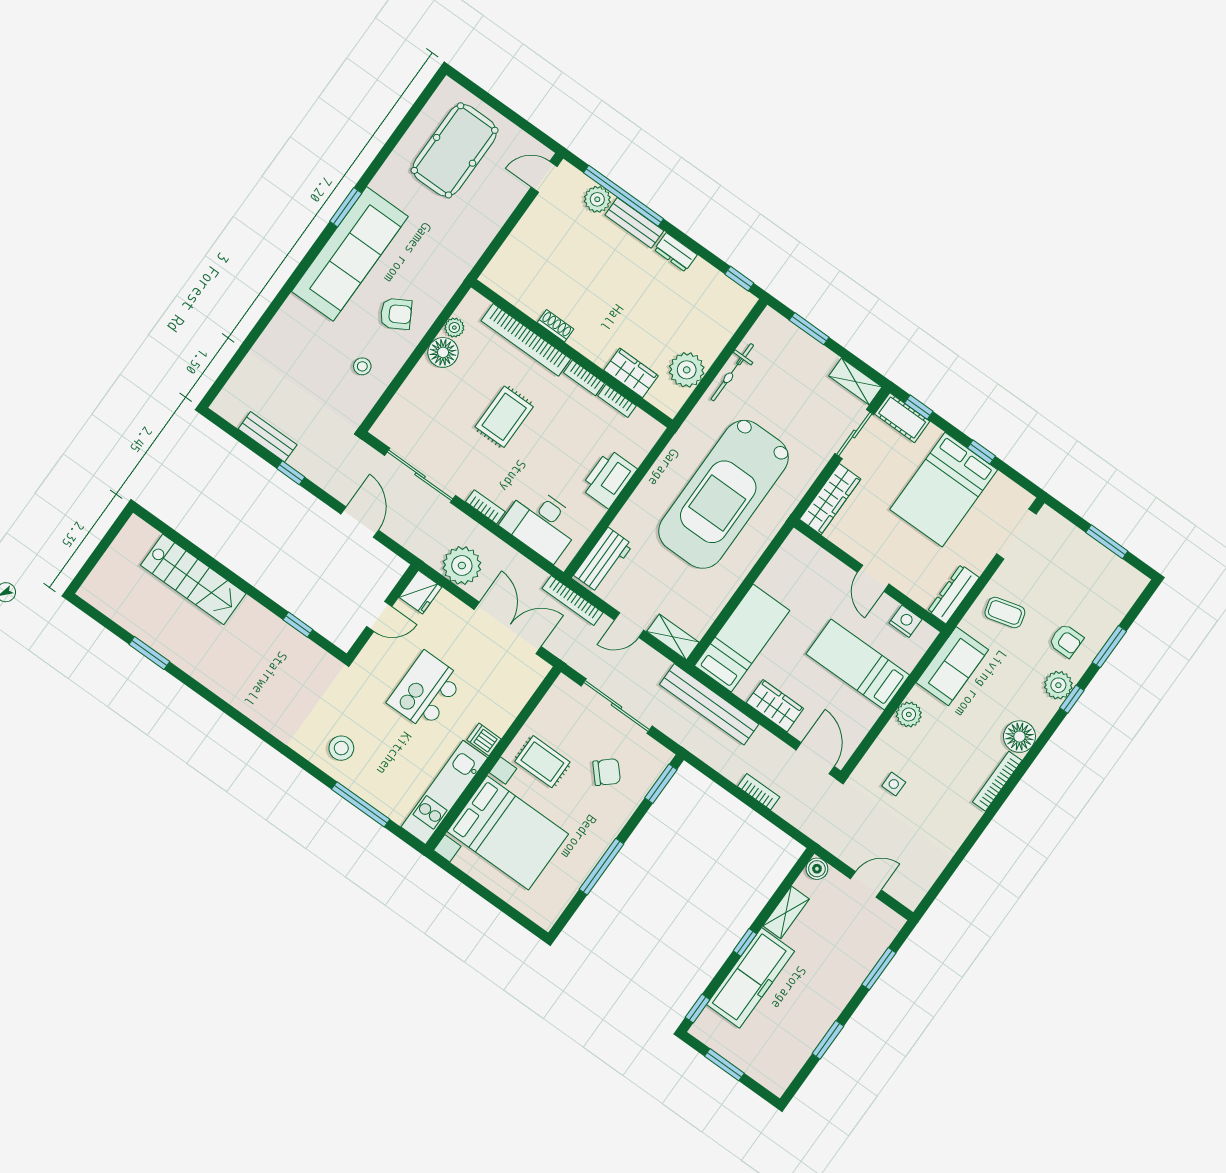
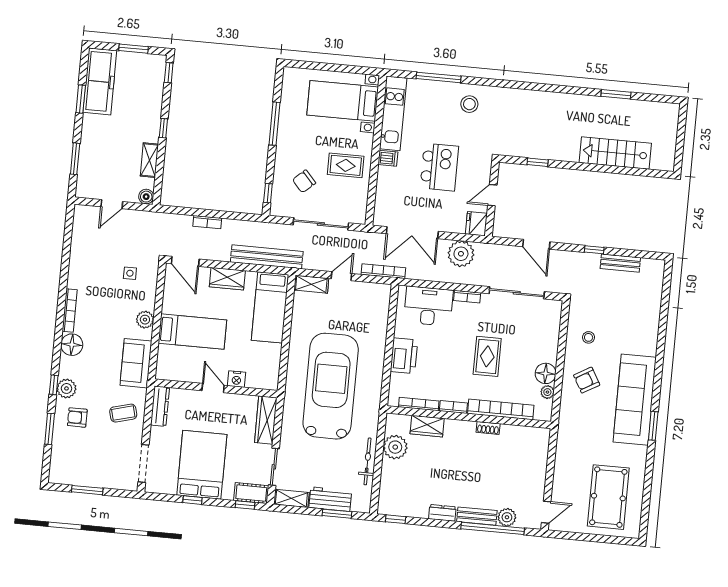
bookcase: (617, 401) -> (419, 404), width x1.56
workbench: (603, 560) -> (330, 499), moved, turned 90
nightstand: (905, 621) -> (236, 379), moved
window: (661, 784) -> (268, 193), width x0.67
bed with nightstands: (508, 833) -> (343, 101), width x0.73
freezer: (751, 978) -> (100, 81), moved, turned 180

